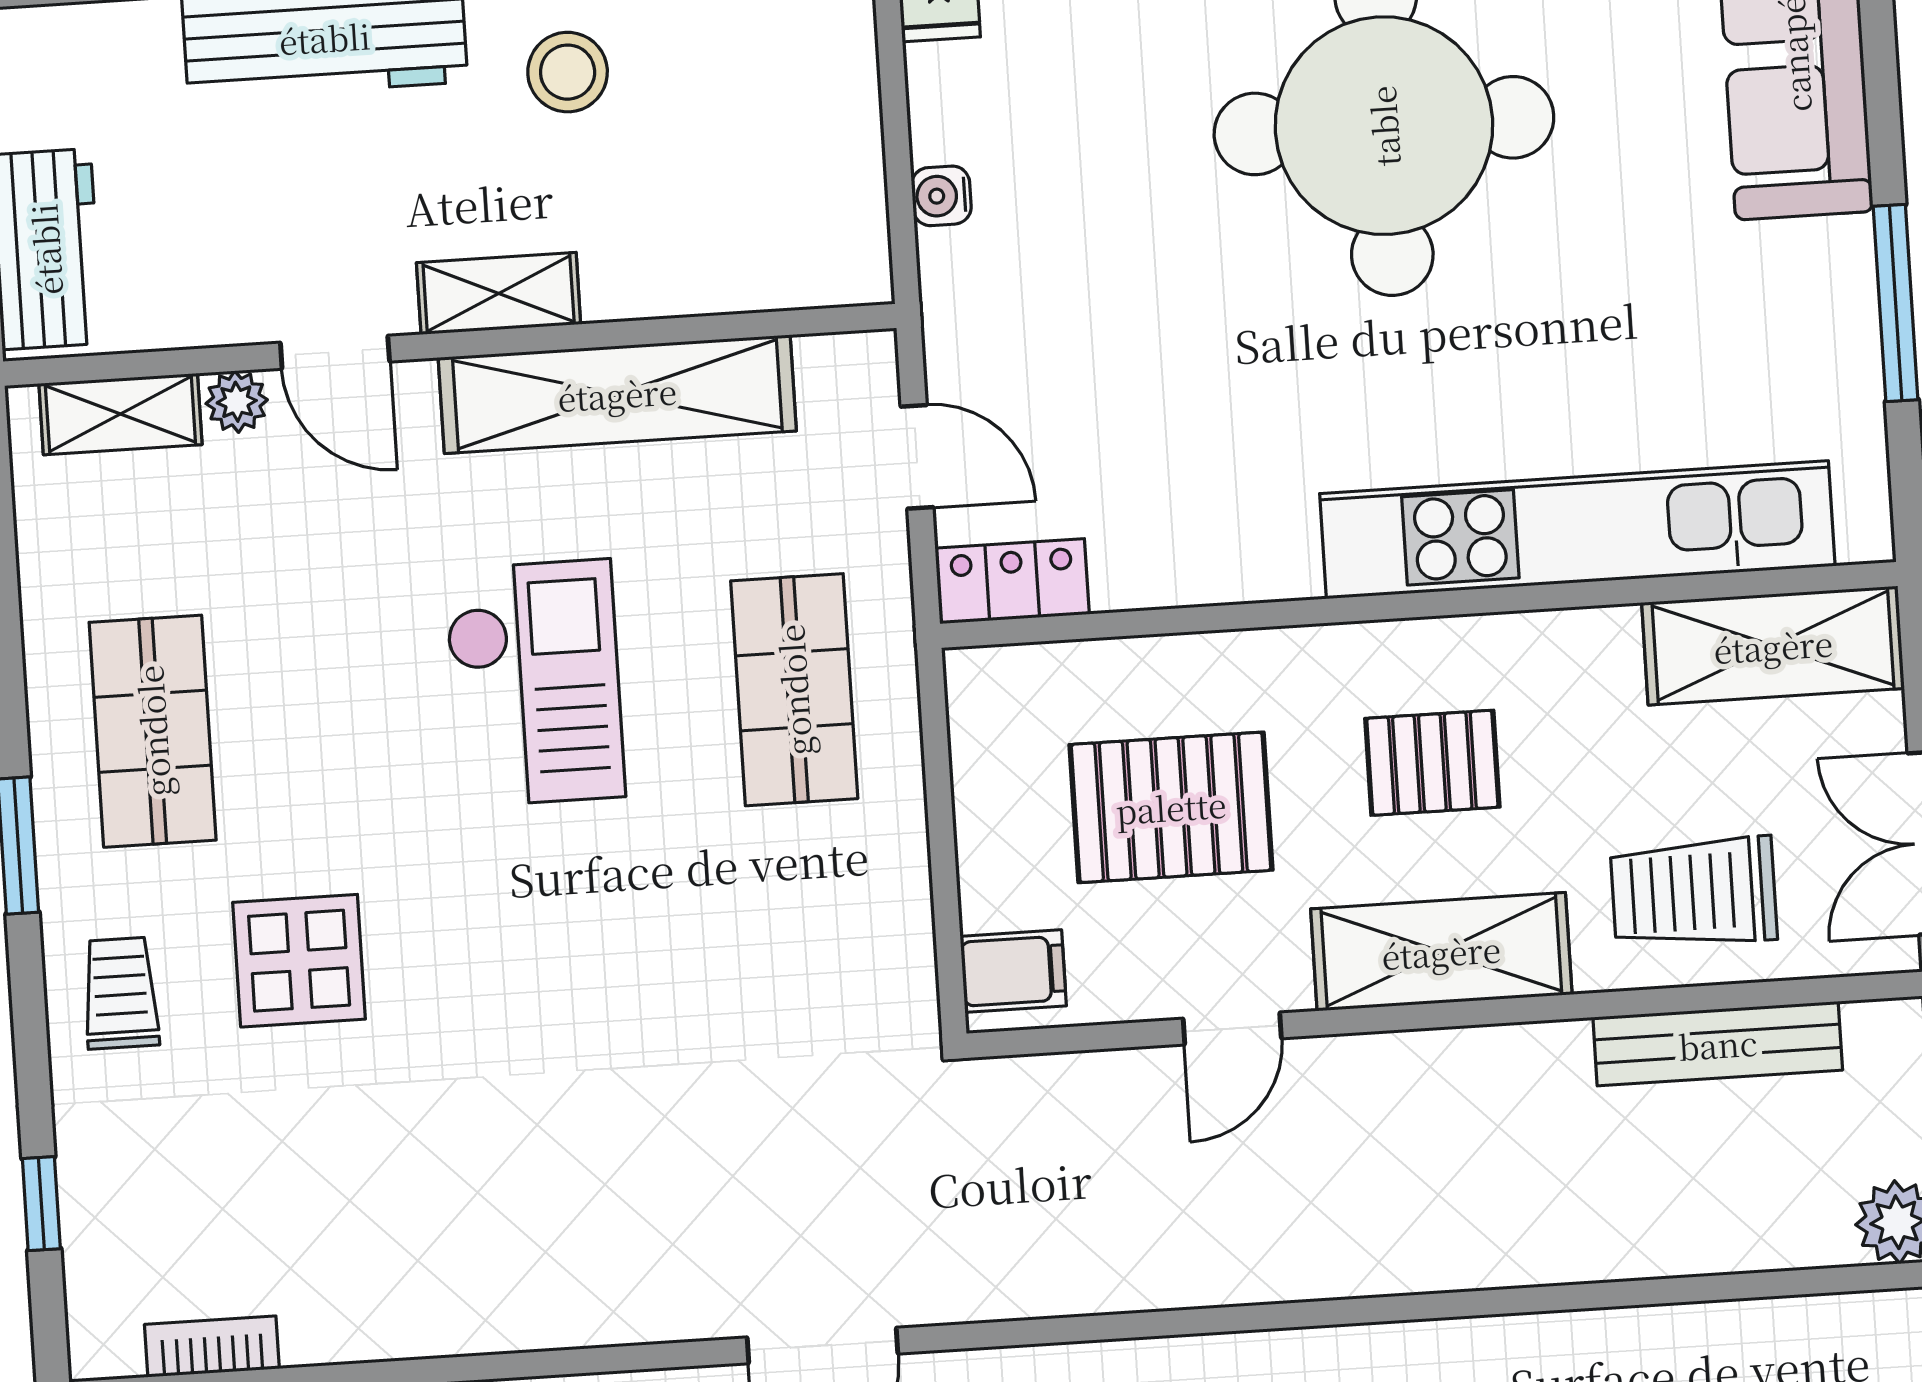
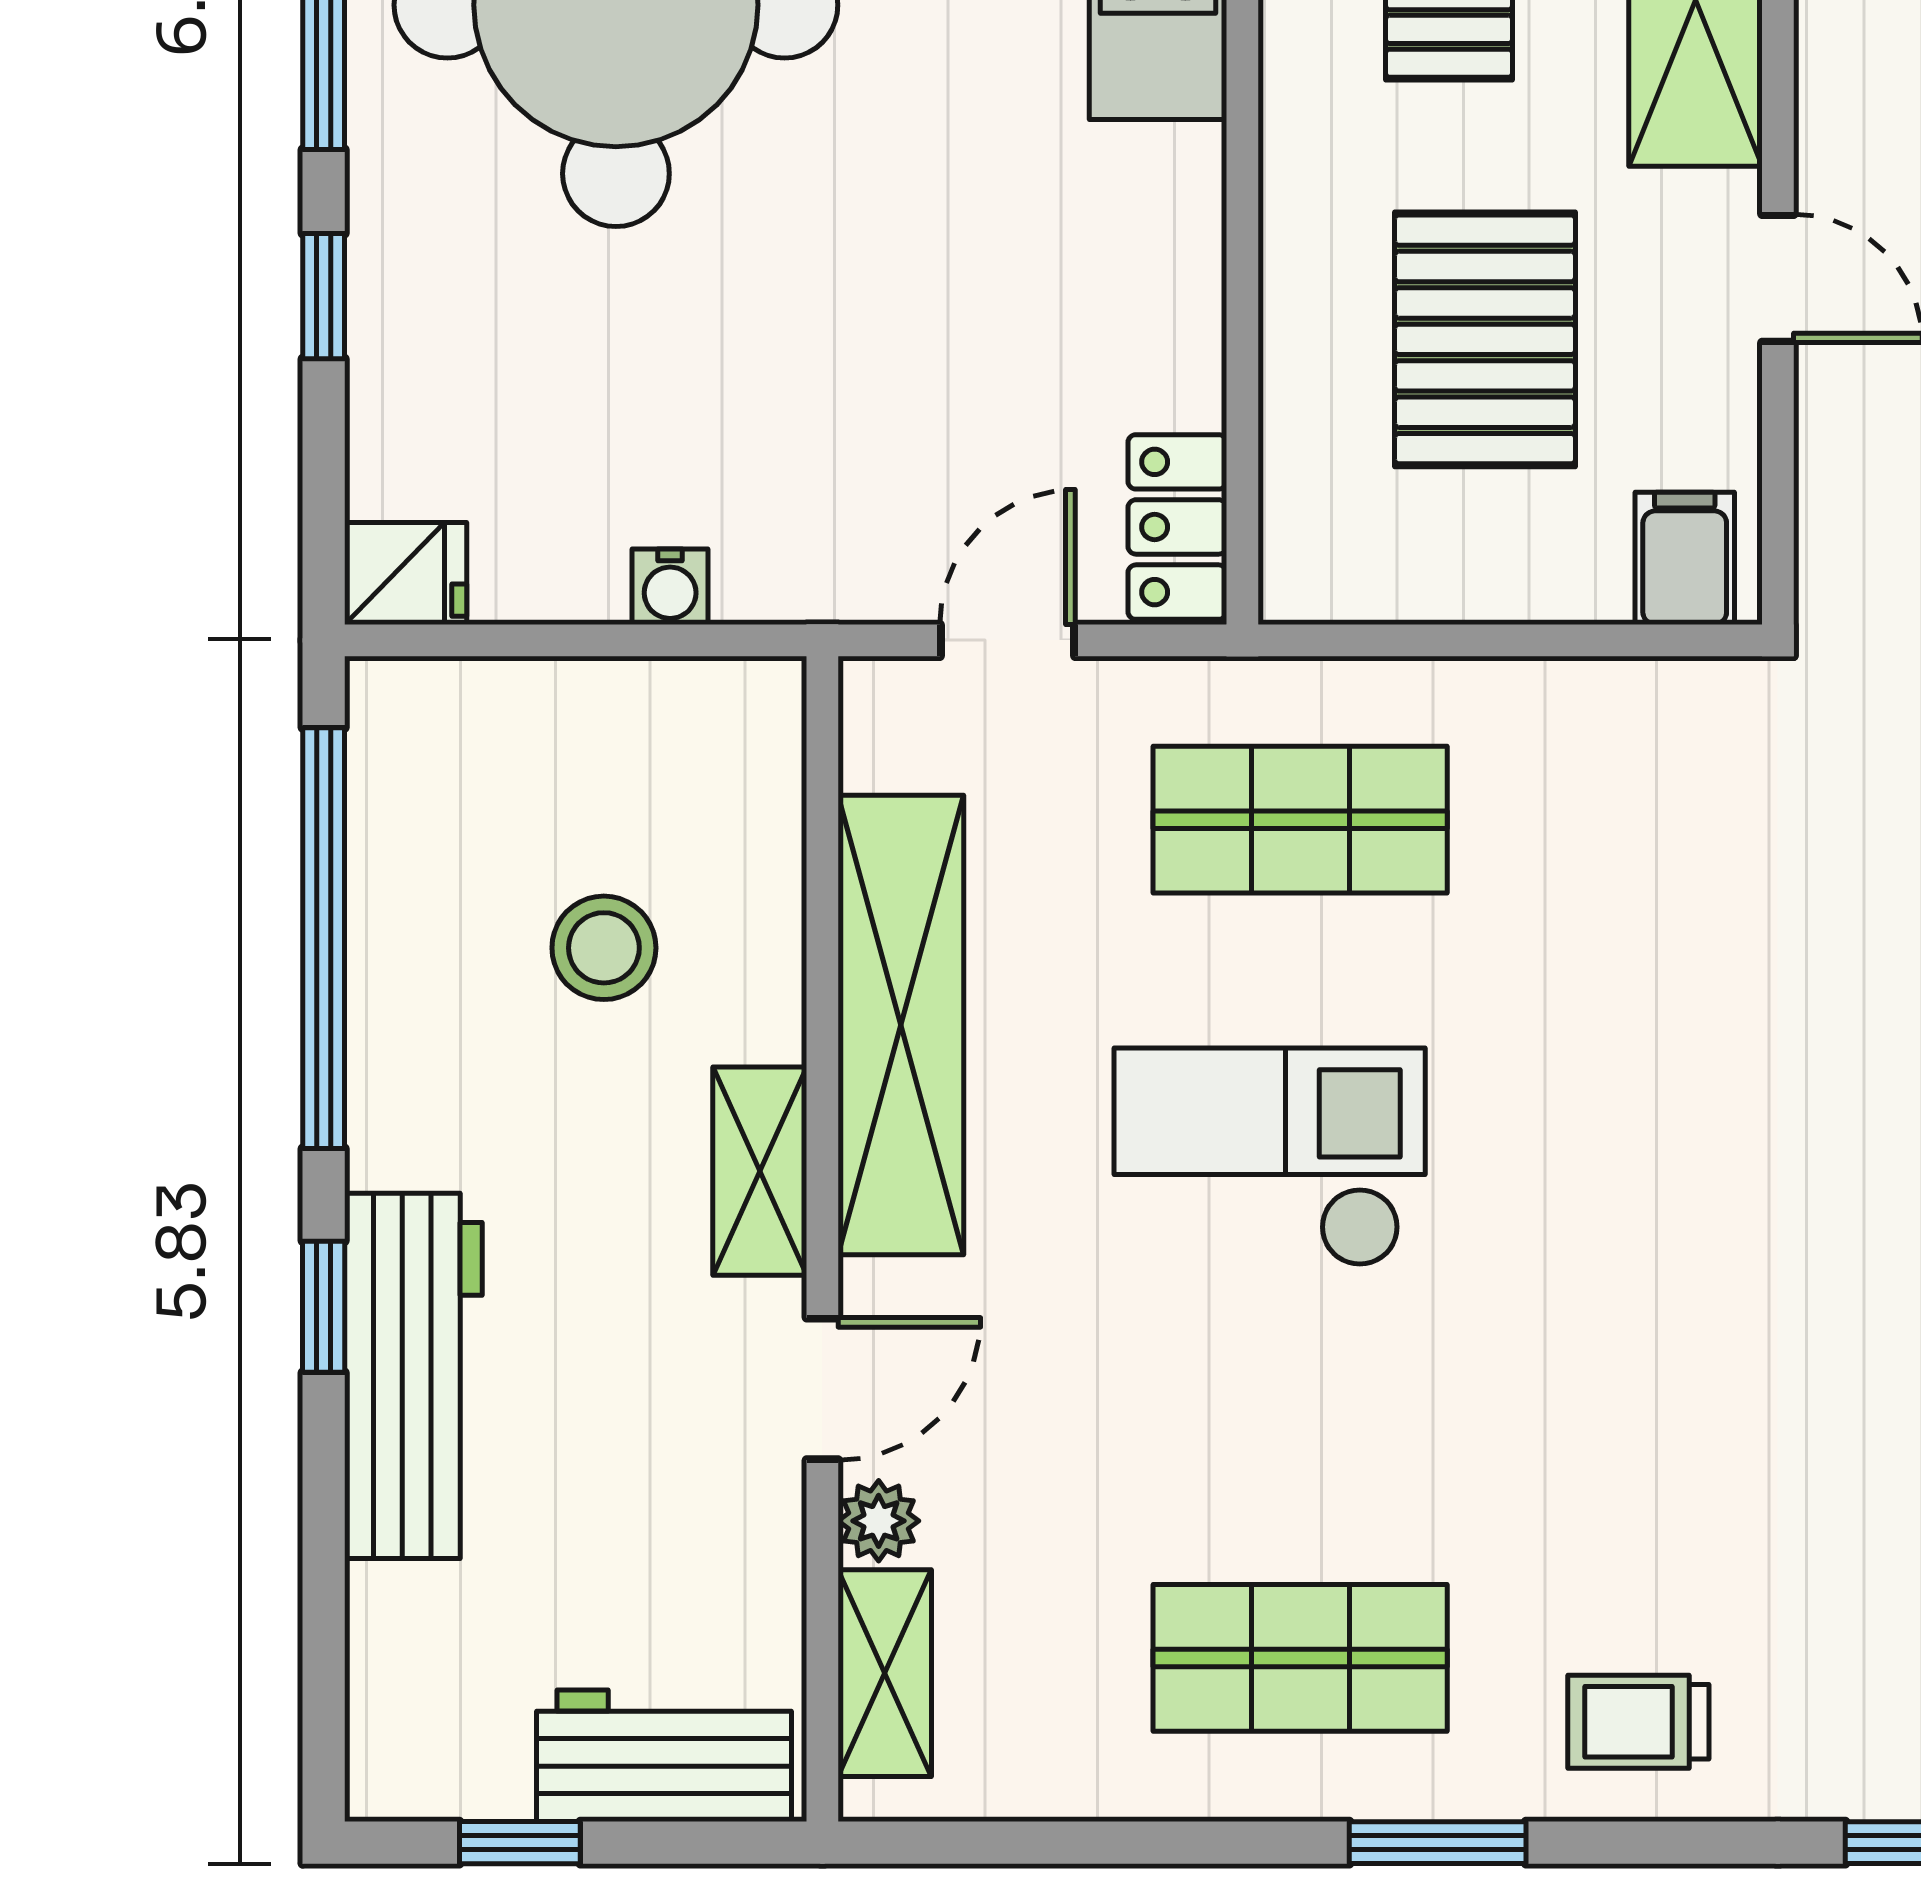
stool: (568, 72) -> (604, 948), moved
display table: (299, 961) -> (1611, 1487), removed

